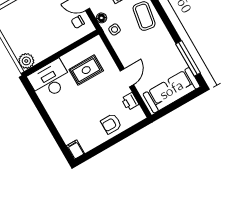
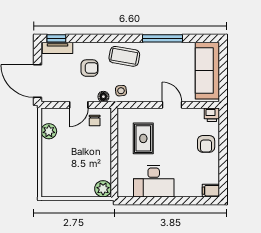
window: (188, 58) -> (163, 38), moved
desk: (50, 80) -> (154, 181), moved, turned -90
printer: (130, 101) -> (212, 115), moved

